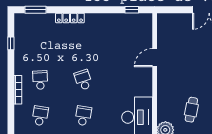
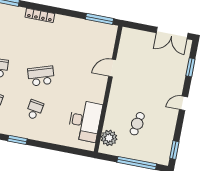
window: (132, 10) -> (100, 19), width x2.17
school desk: (83, 80) -> (41, 76), width x1.85

